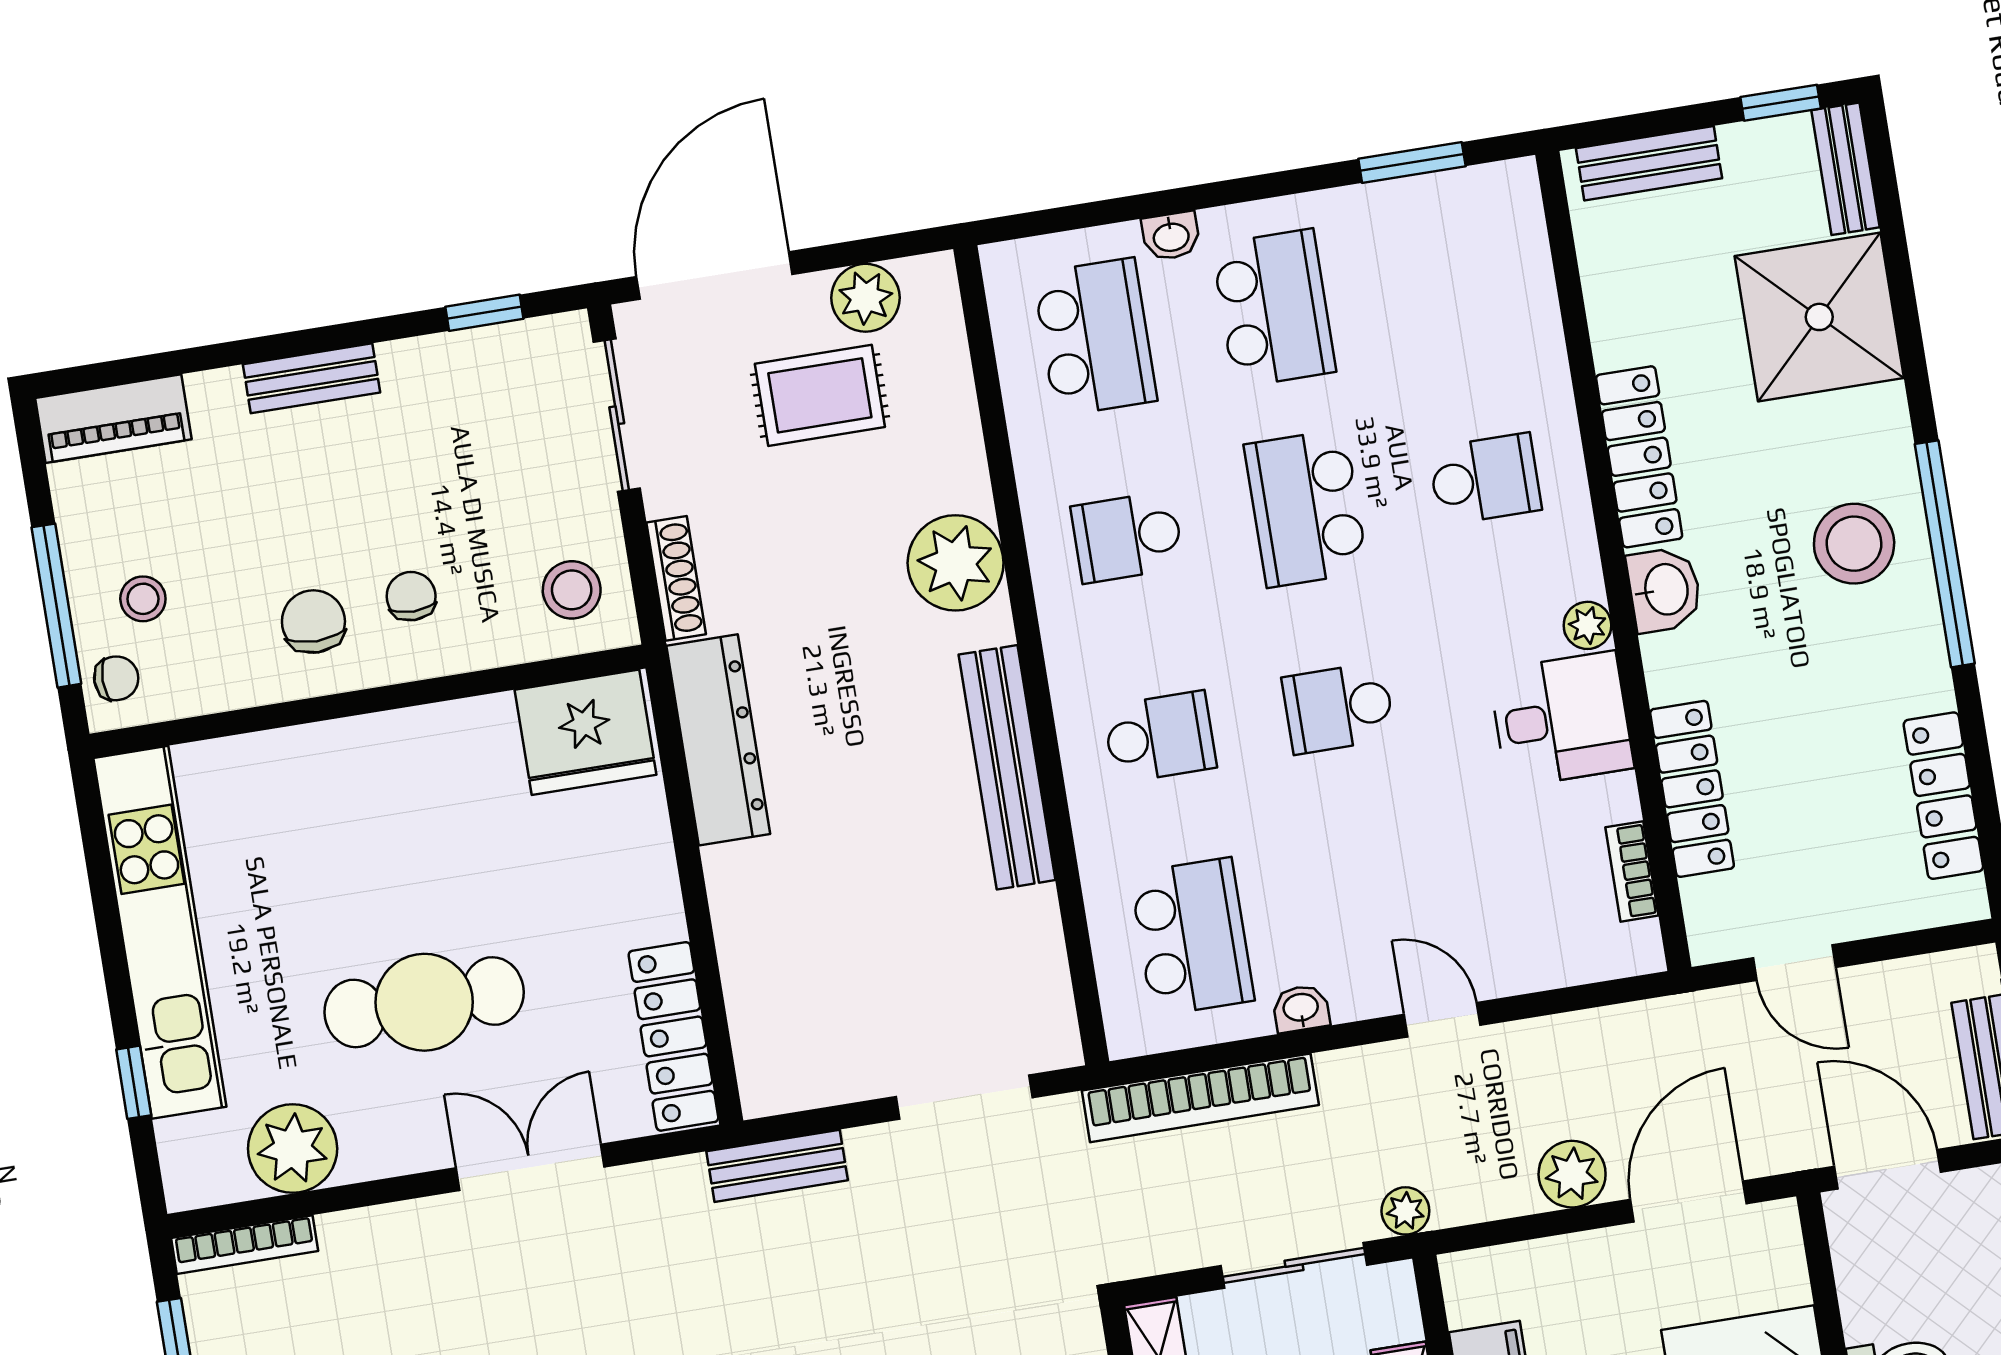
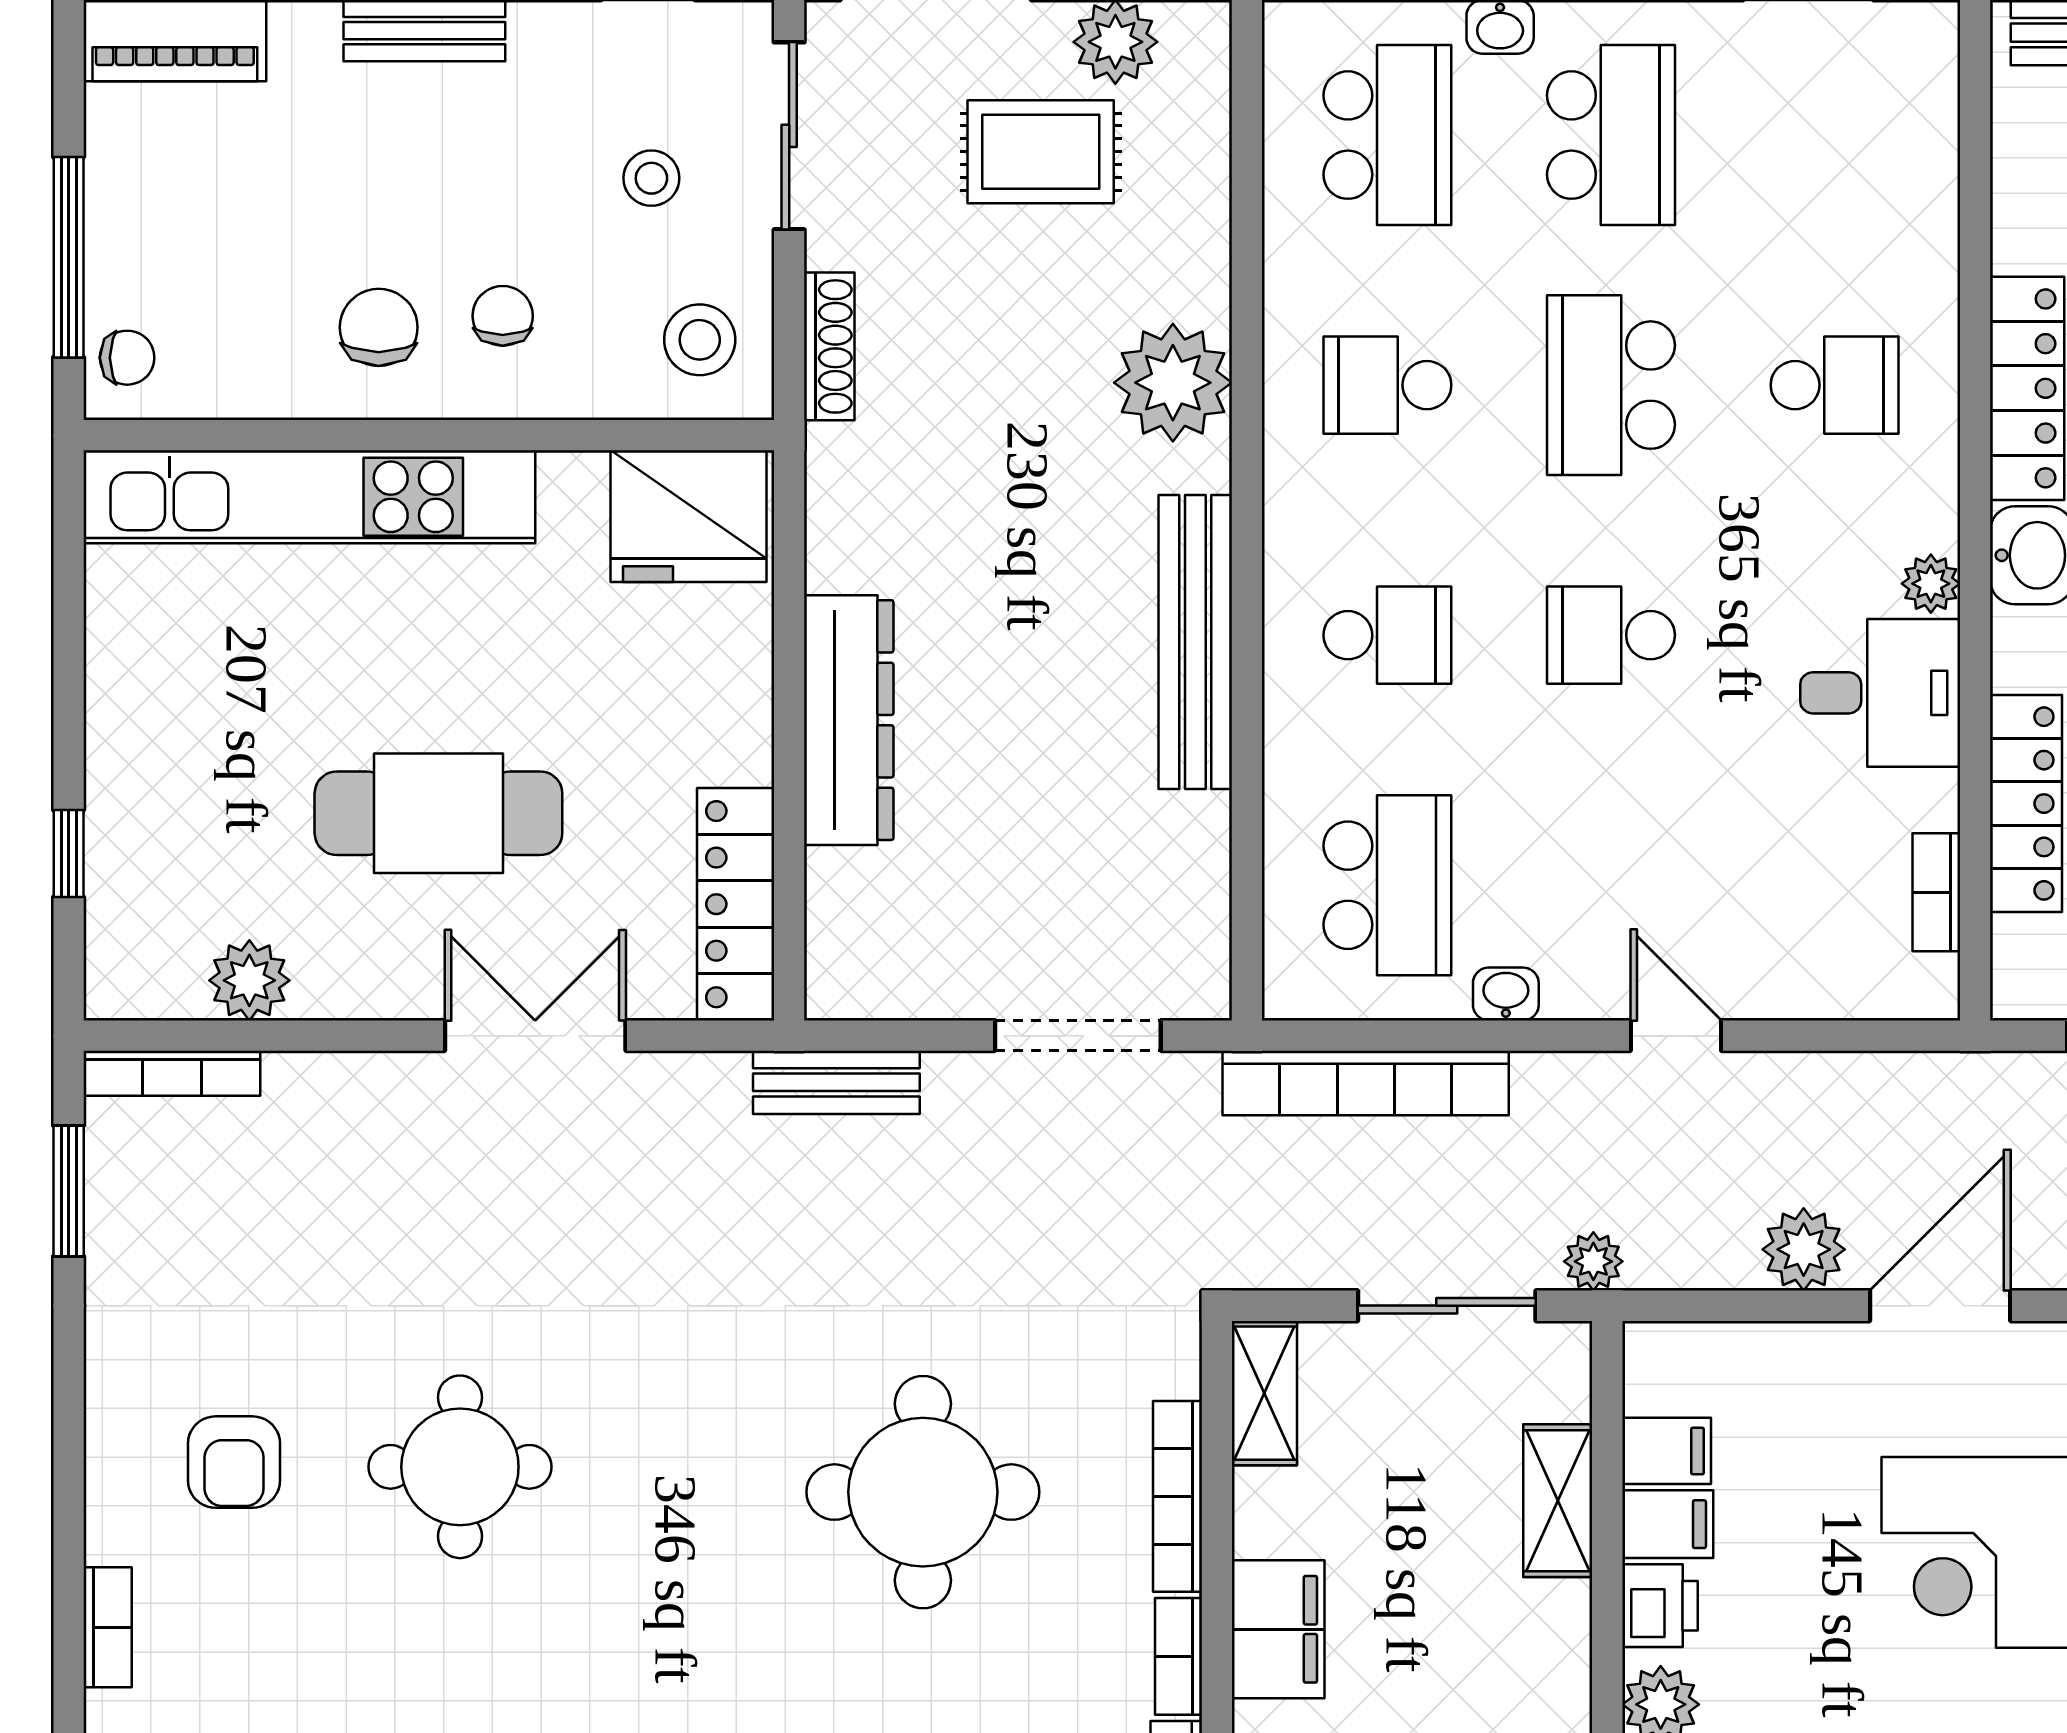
stool: (143, 599) -> (651, 178), moved
dresser: (718, 740) -> (849, 720), moved
kitchen unit: (160, 932) -> (309, 497), moved, turned 90
plant: (293, 1149) -> (249, 980), width x0.73, depth x0.73

